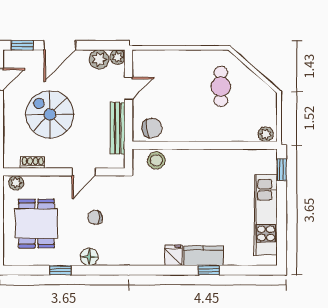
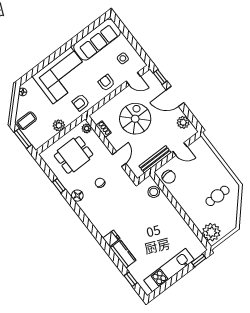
plant: (118, 57) -> (192, 131), removed
plant: (266, 134) -> (211, 232), width x1.88, depth x1.88
door: (84, 172) -> (119, 159), swing flipped
window: (209, 270) -> (131, 279), moved

